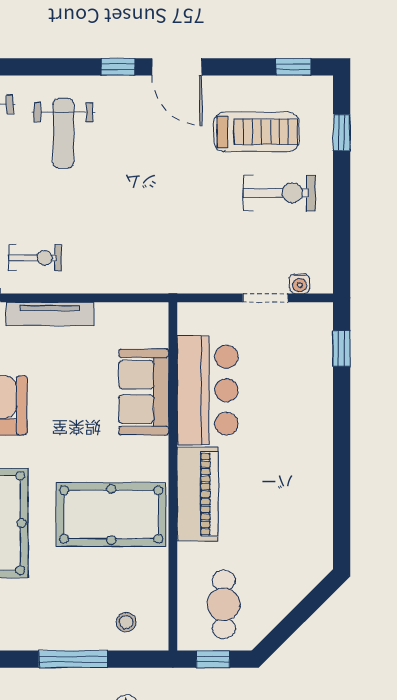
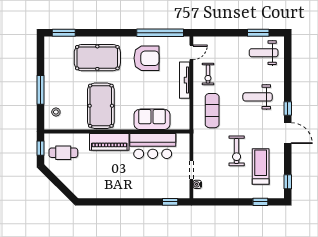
door: (177, 67) -> (288, 133), swing flipped
treadmill: (257, 132) -> (261, 166), turned 180
weight bench: (63, 133) -> (258, 97), moved
exercise bike: (279, 193) -> (237, 151), moved
exercise mat: (123, 248) -> (212, 111), added

